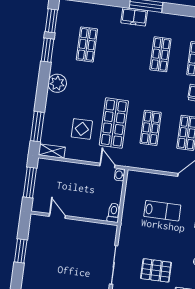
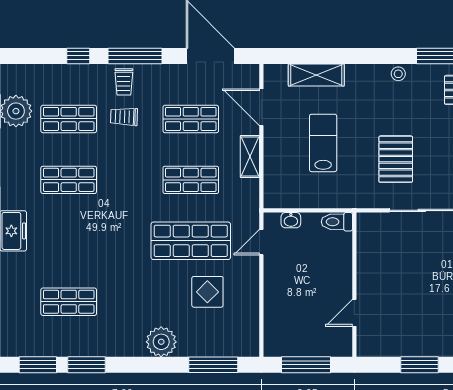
plant: (57, 83) -> (161, 342), moved
shelving: (52, 151) -> (250, 156), moved
washbasin: (120, 175) -> (291, 220), moved
pallet: (156, 270) -> (396, 159), moved

